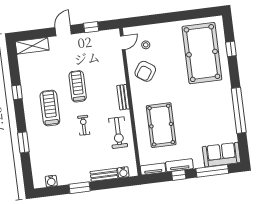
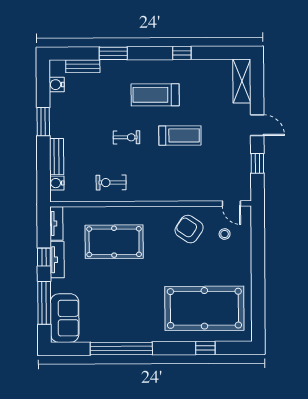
bench: (123, 97) -> (83, 66), moved
treadmill: (50, 108) -> (155, 95), turned 180
exercise bike: (118, 133) -> (111, 183), width x0.73, depth x0.72

